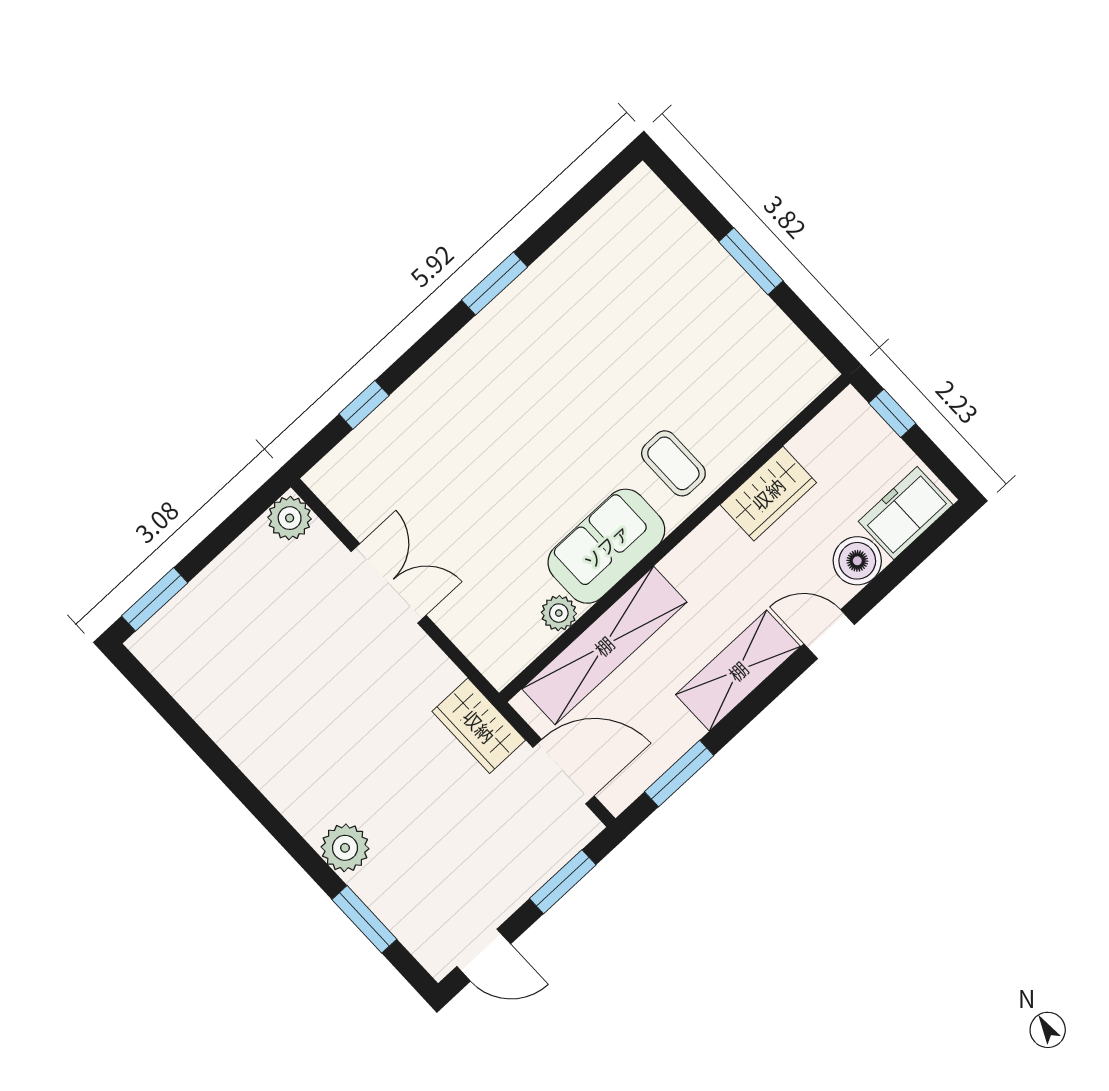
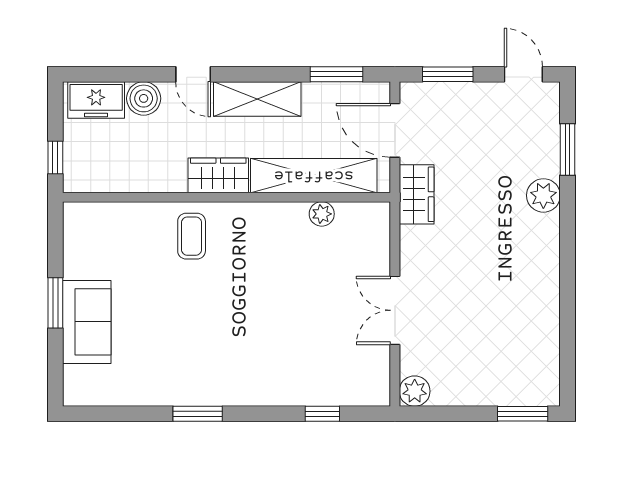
wardrobe: (768, 494) -> (218, 175), moved
sofa: (606, 546) -> (87, 322), moved, turned -90

